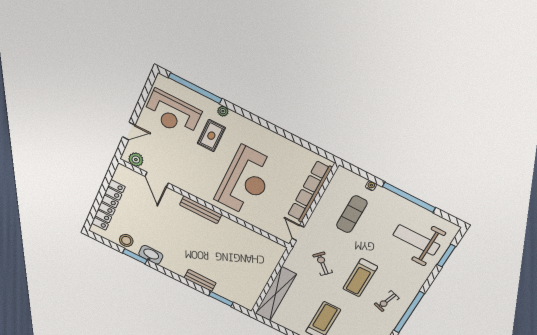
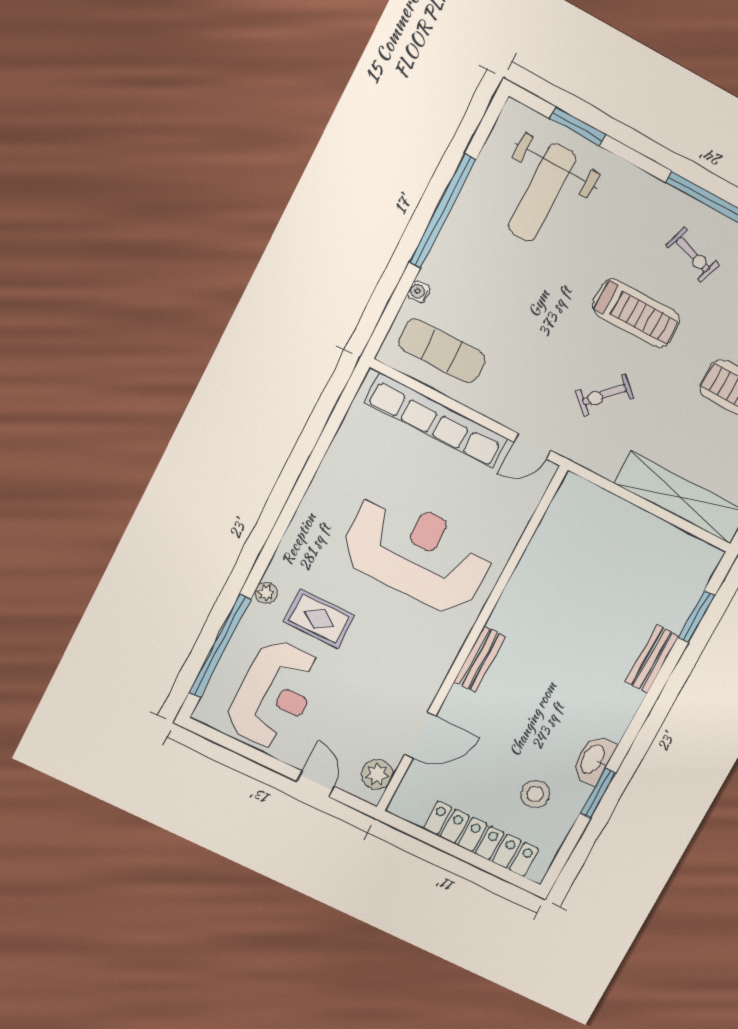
bench: (201, 210) -> (480, 659), width x0.73
exercise mat: (352, 214) -> (442, 351), moved
stool: (126, 240) -> (535, 794), moved

